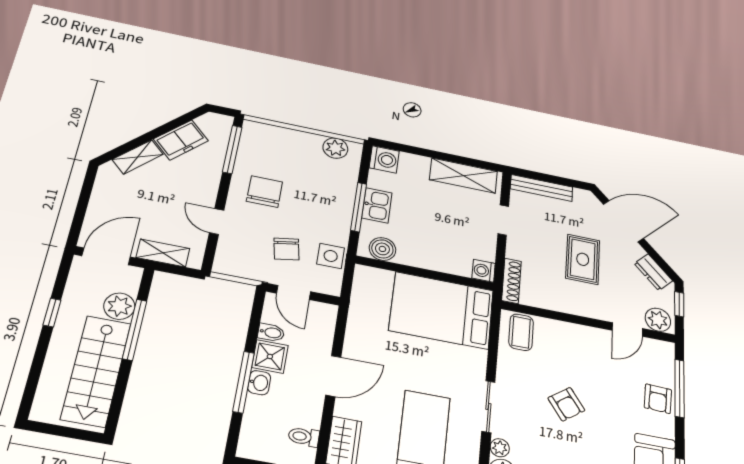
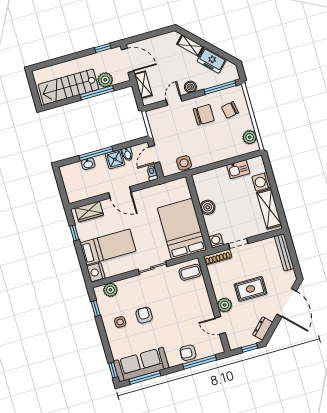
washing machine: (384, 159) -> (261, 182), moved, turned 90
boiler: (207, 188) -> (190, 87), added
kitchen sink: (377, 205) -> (238, 169), moved
window: (359, 207) -> (220, 164), removed
doorway: (503, 220) -> (238, 244), moved
chair: (286, 249) -> (230, 110), moved
boiler: (382, 249) -> (208, 207), moved
window: (52, 313) -> (103, 48), moved
plant: (658, 320) -> (225, 305), moved
washbasin: (259, 383) -> (88, 164), moved
armchair: (566, 404) -> (144, 315), moved, turned 126
sliding door: (488, 407) -> (152, 268), moved
toilet: (304, 437) -> (152, 173), moved
plant: (500, 448) -> (122, 284), removed

